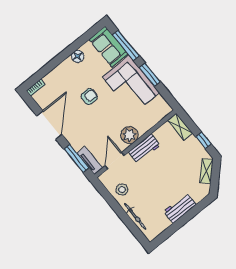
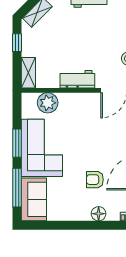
floor lamp: (78, 56) -> (99, 214), moved
armchair: (89, 97) -> (95, 180), moved
plant: (130, 135) -> (48, 103), moved

